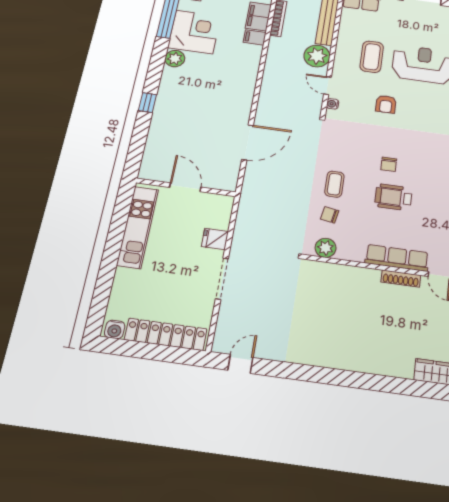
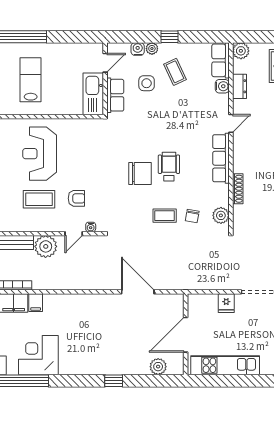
plant: (175, 59) -> (158, 367), moved
armchair: (386, 104) -> (76, 198), moved
chair: (389, 164) -> (140, 174), width x1.87, depth x1.87
door: (185, 187) -> (186, 335), width x1.36
wheelchair: (393, 197) -> (169, 167), turned 180
shoe rack: (401, 279) -> (238, 189), moved

